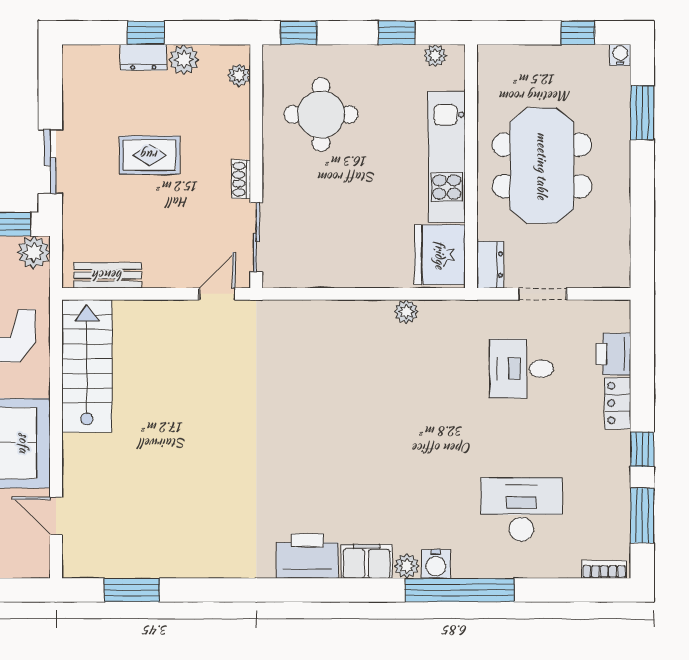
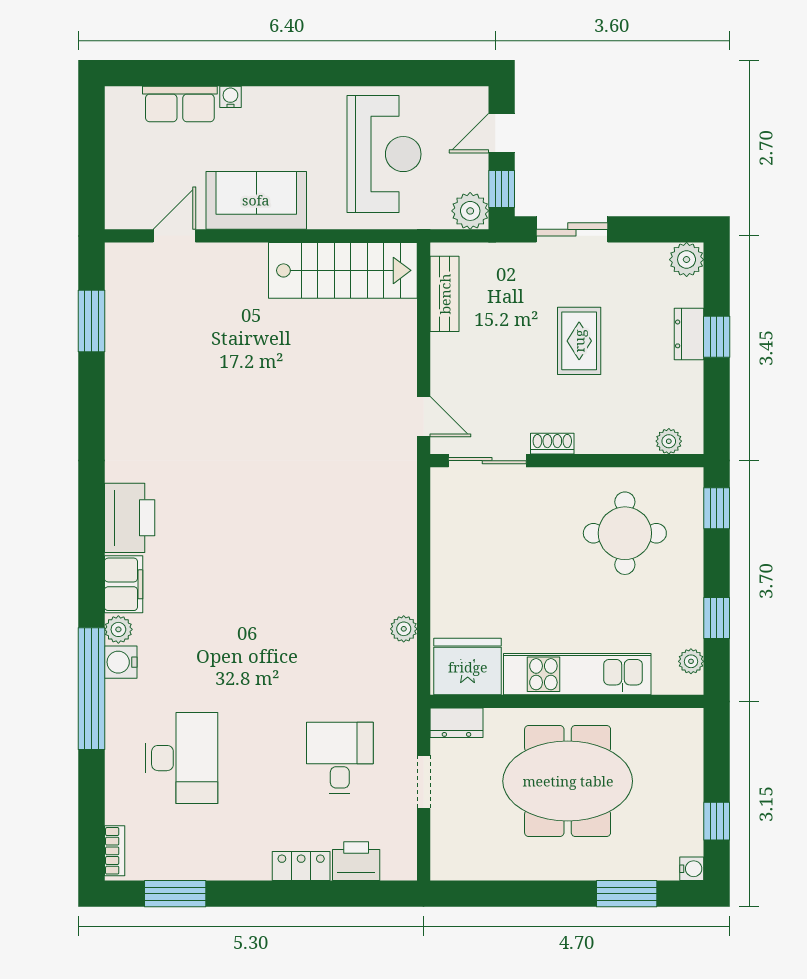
plant: (184, 60) -> (687, 260), moved
window: (642, 449) -> (249, 894), removed

